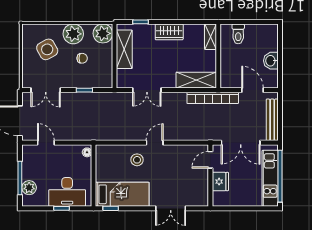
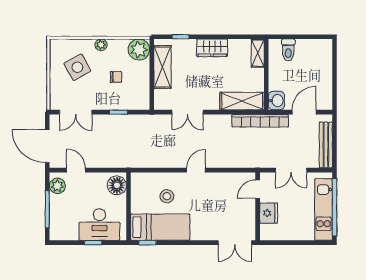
plant: (73, 34) -> (101, 45), width x0.53, depth x0.53
washbasin: (271, 61) -> (276, 101), moved, turned 180
door: (252, 90) -> (304, 112), hinge flipped
double door: (241, 143) -> (291, 170), width x0.73
floor lamp: (87, 152) -> (117, 185), width x1.89, depth x1.89
stool: (137, 160) -> (167, 196), moved
plant: (29, 188) -> (57, 186), moved
double door: (171, 208) -> (235, 243), moved

